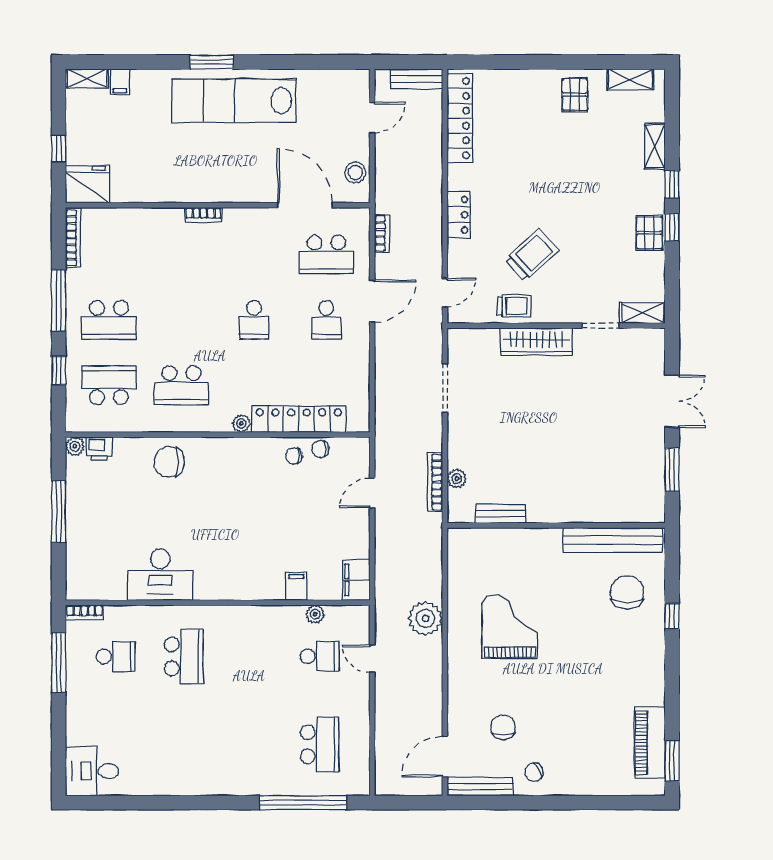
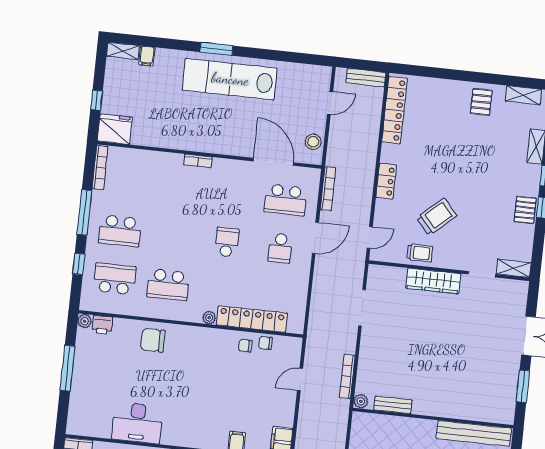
bookcase: (382, 233) -> (328, 189), width x1.56
school desk: (254, 320) -> (227, 242), turned 180
plant: (457, 479) -> (361, 401), moved

